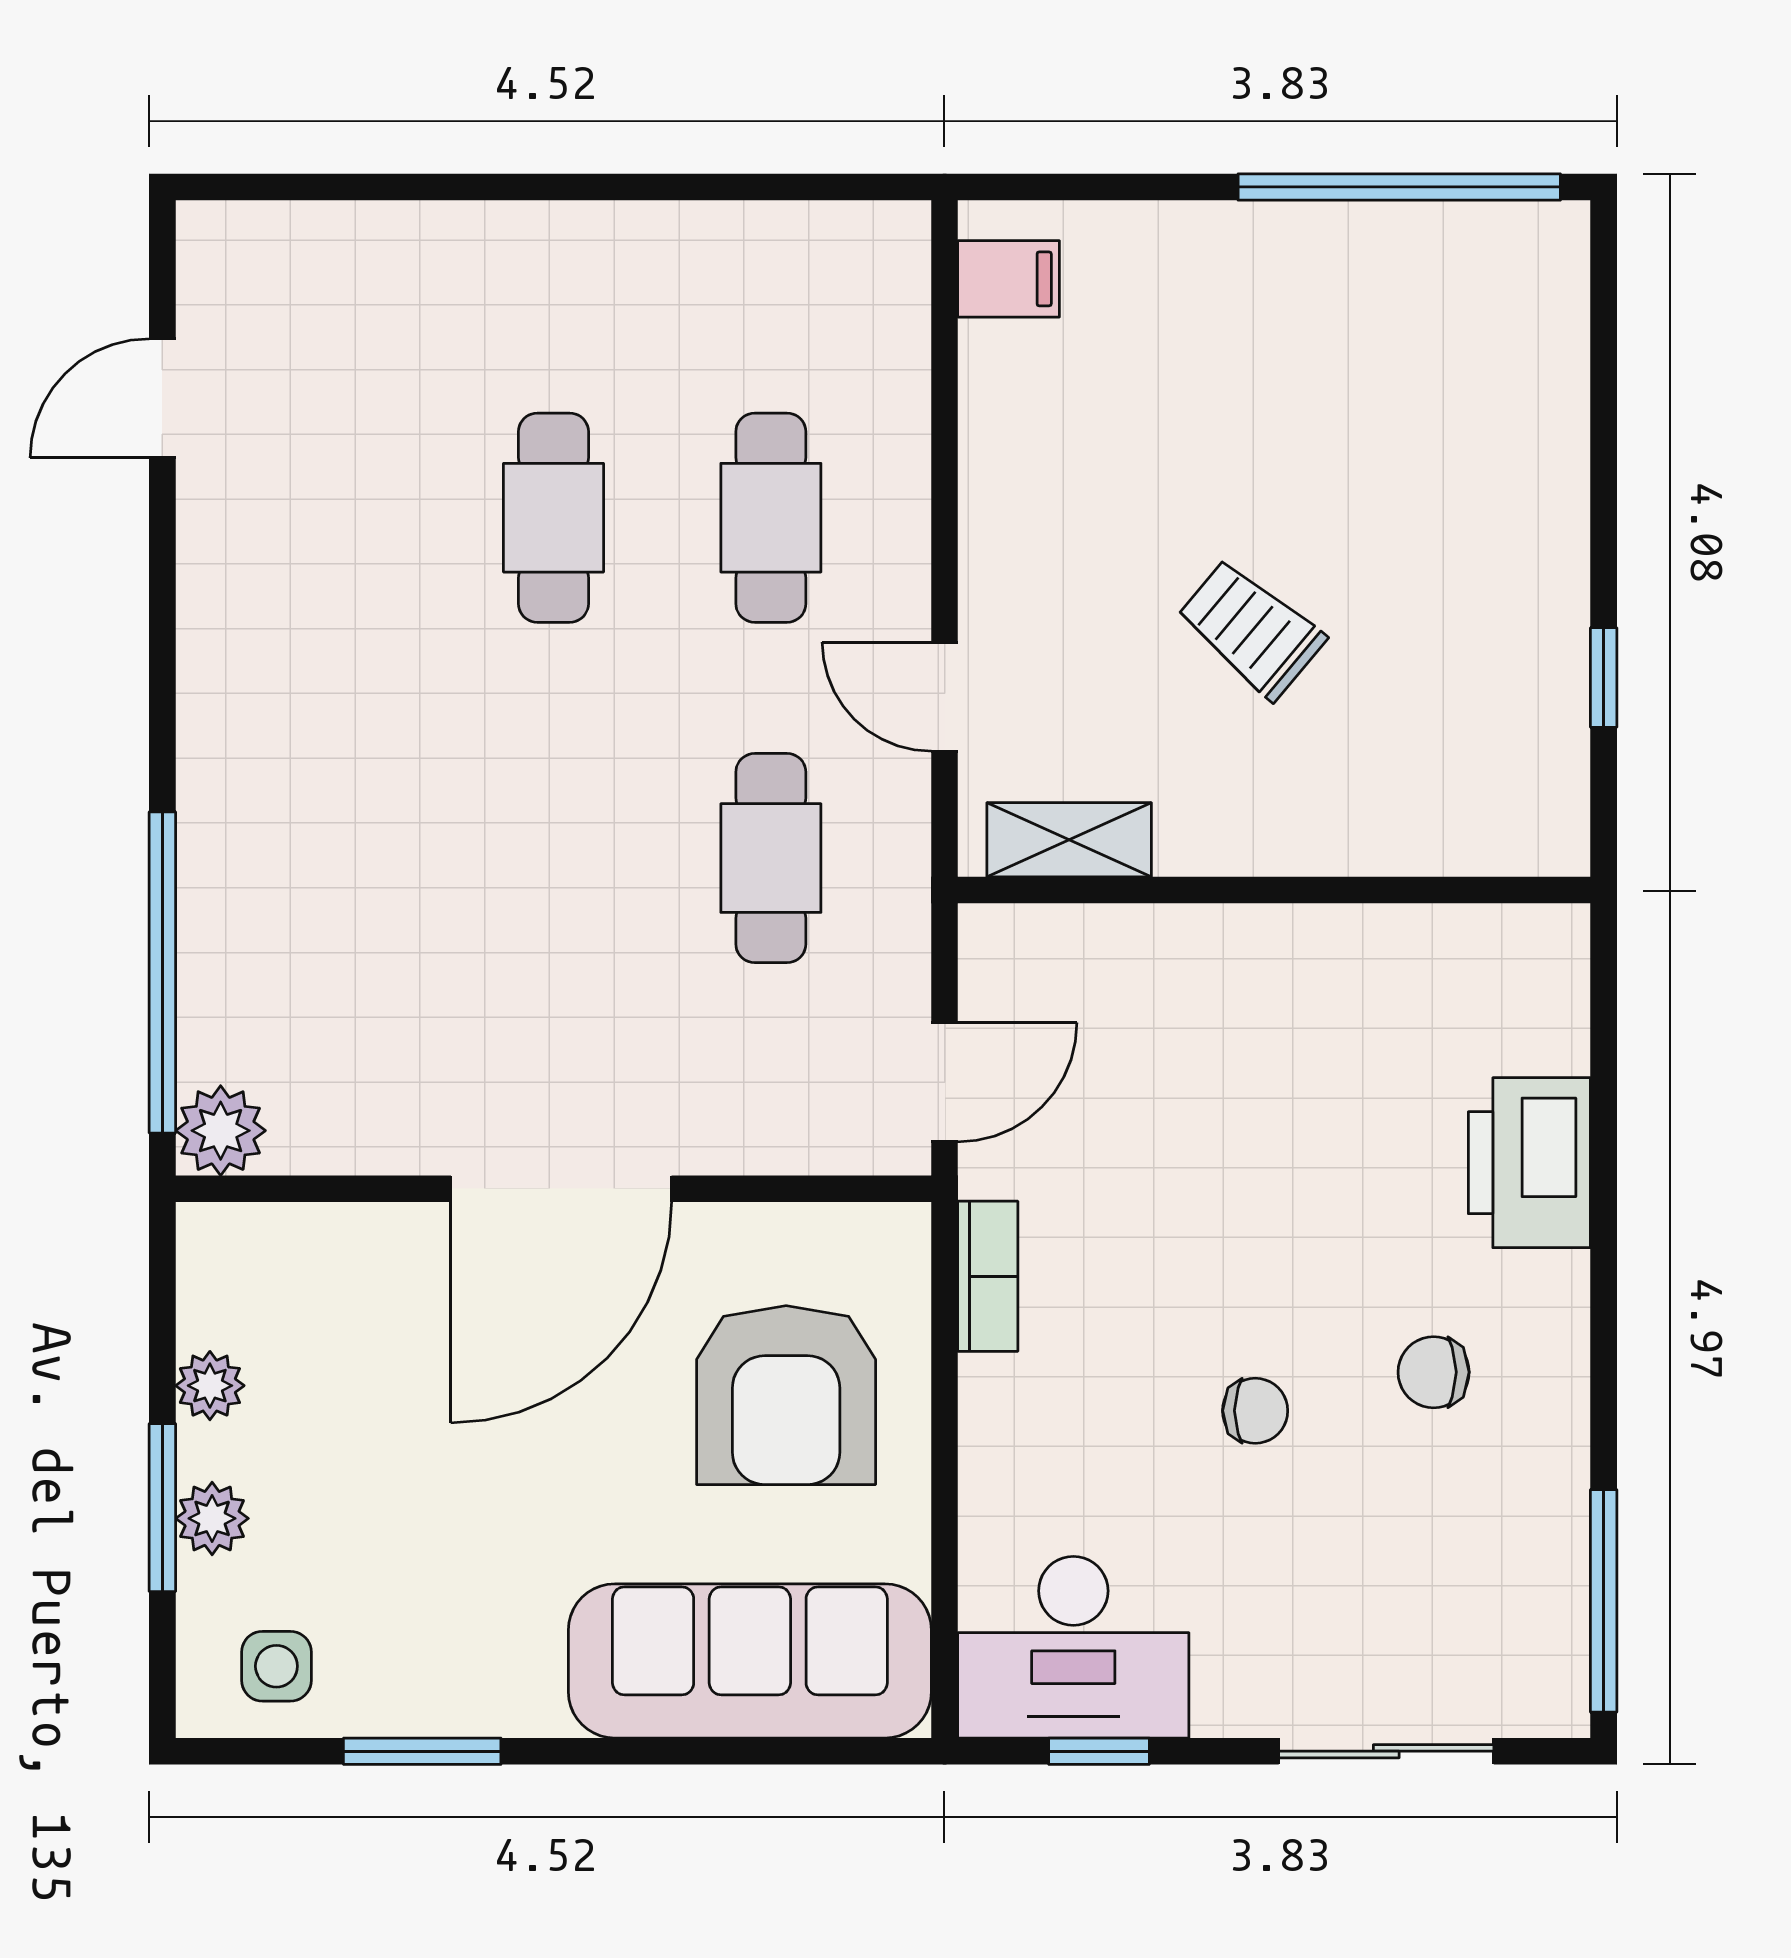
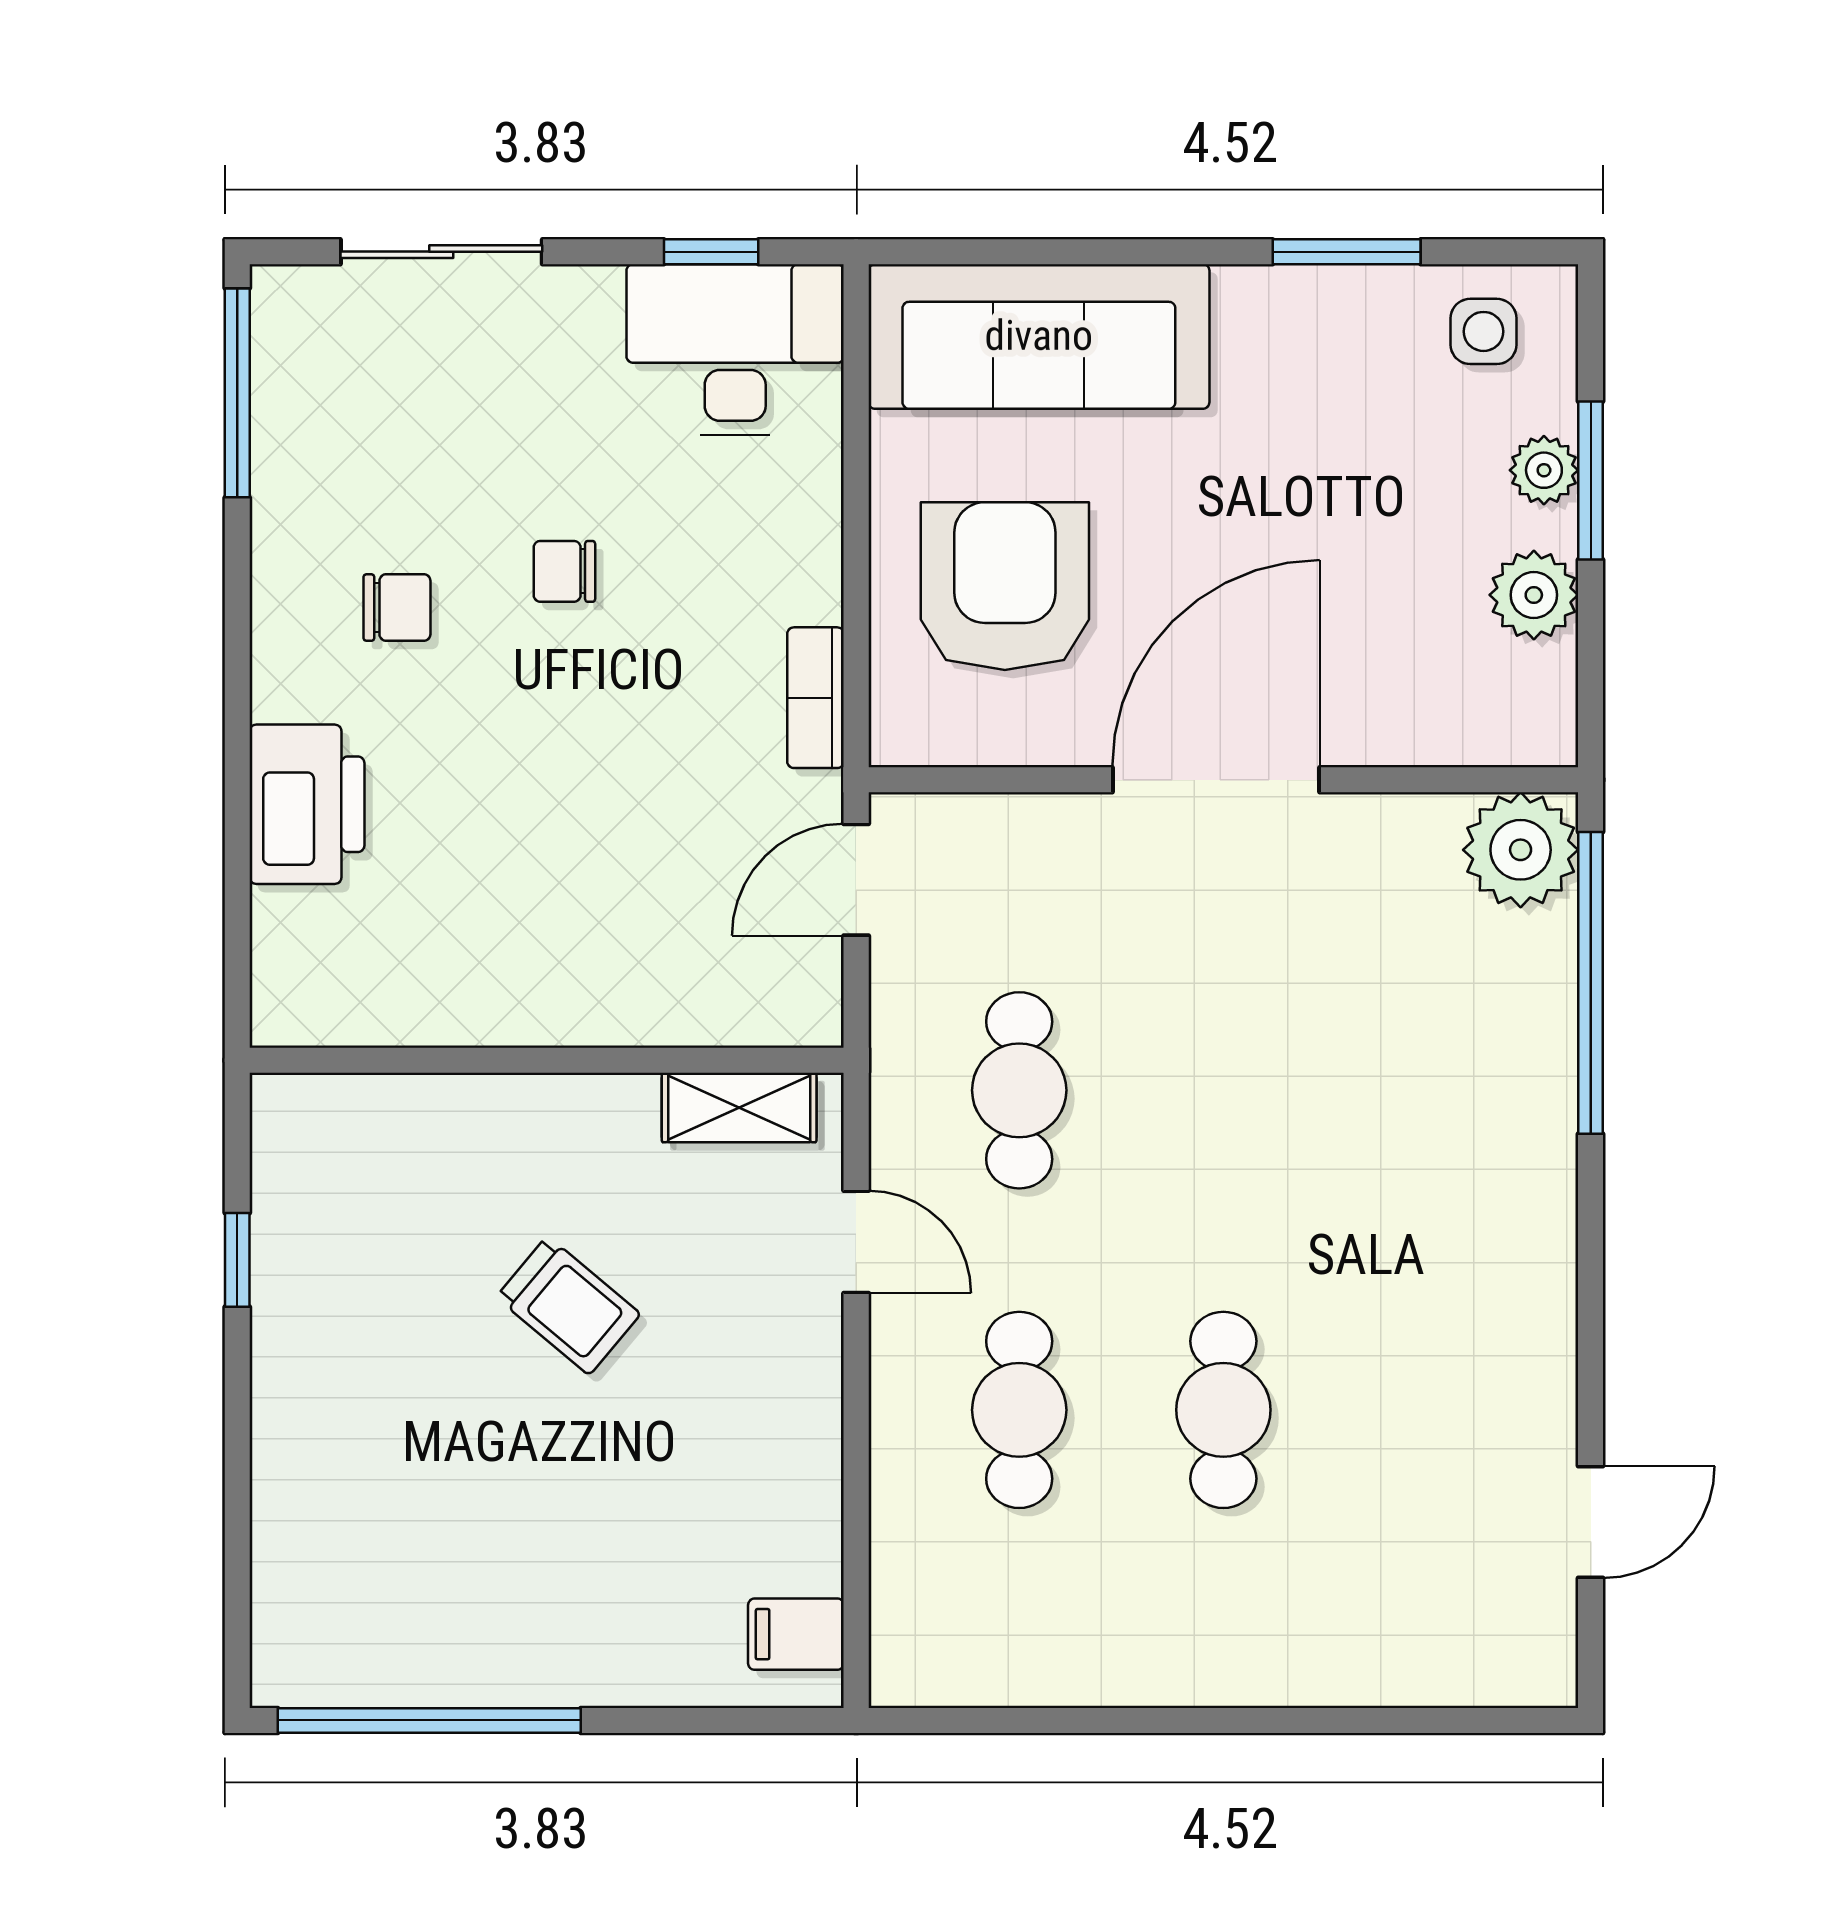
plant: (221, 1131) -> (1521, 850), width x1.36, depth x1.36
plant: (210, 1386) -> (1534, 595), width x1.38, depth x1.38

